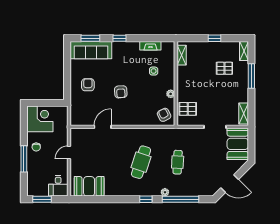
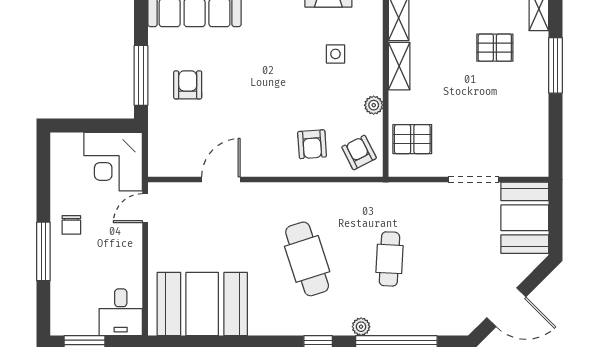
window: (67, 81) -> (141, 75), added
armchair: (121, 92) -> (312, 144), moved
shelving: (244, 114) -> (399, 66), moved
corner desk: (40, 119) -> (113, 162), moved, turned 180
door: (69, 152) -> (145, 208), moved
cafe table: (141, 162) -> (307, 259), turned -36
booth: (89, 186) -> (202, 304), width x1.36, depth x1.42

